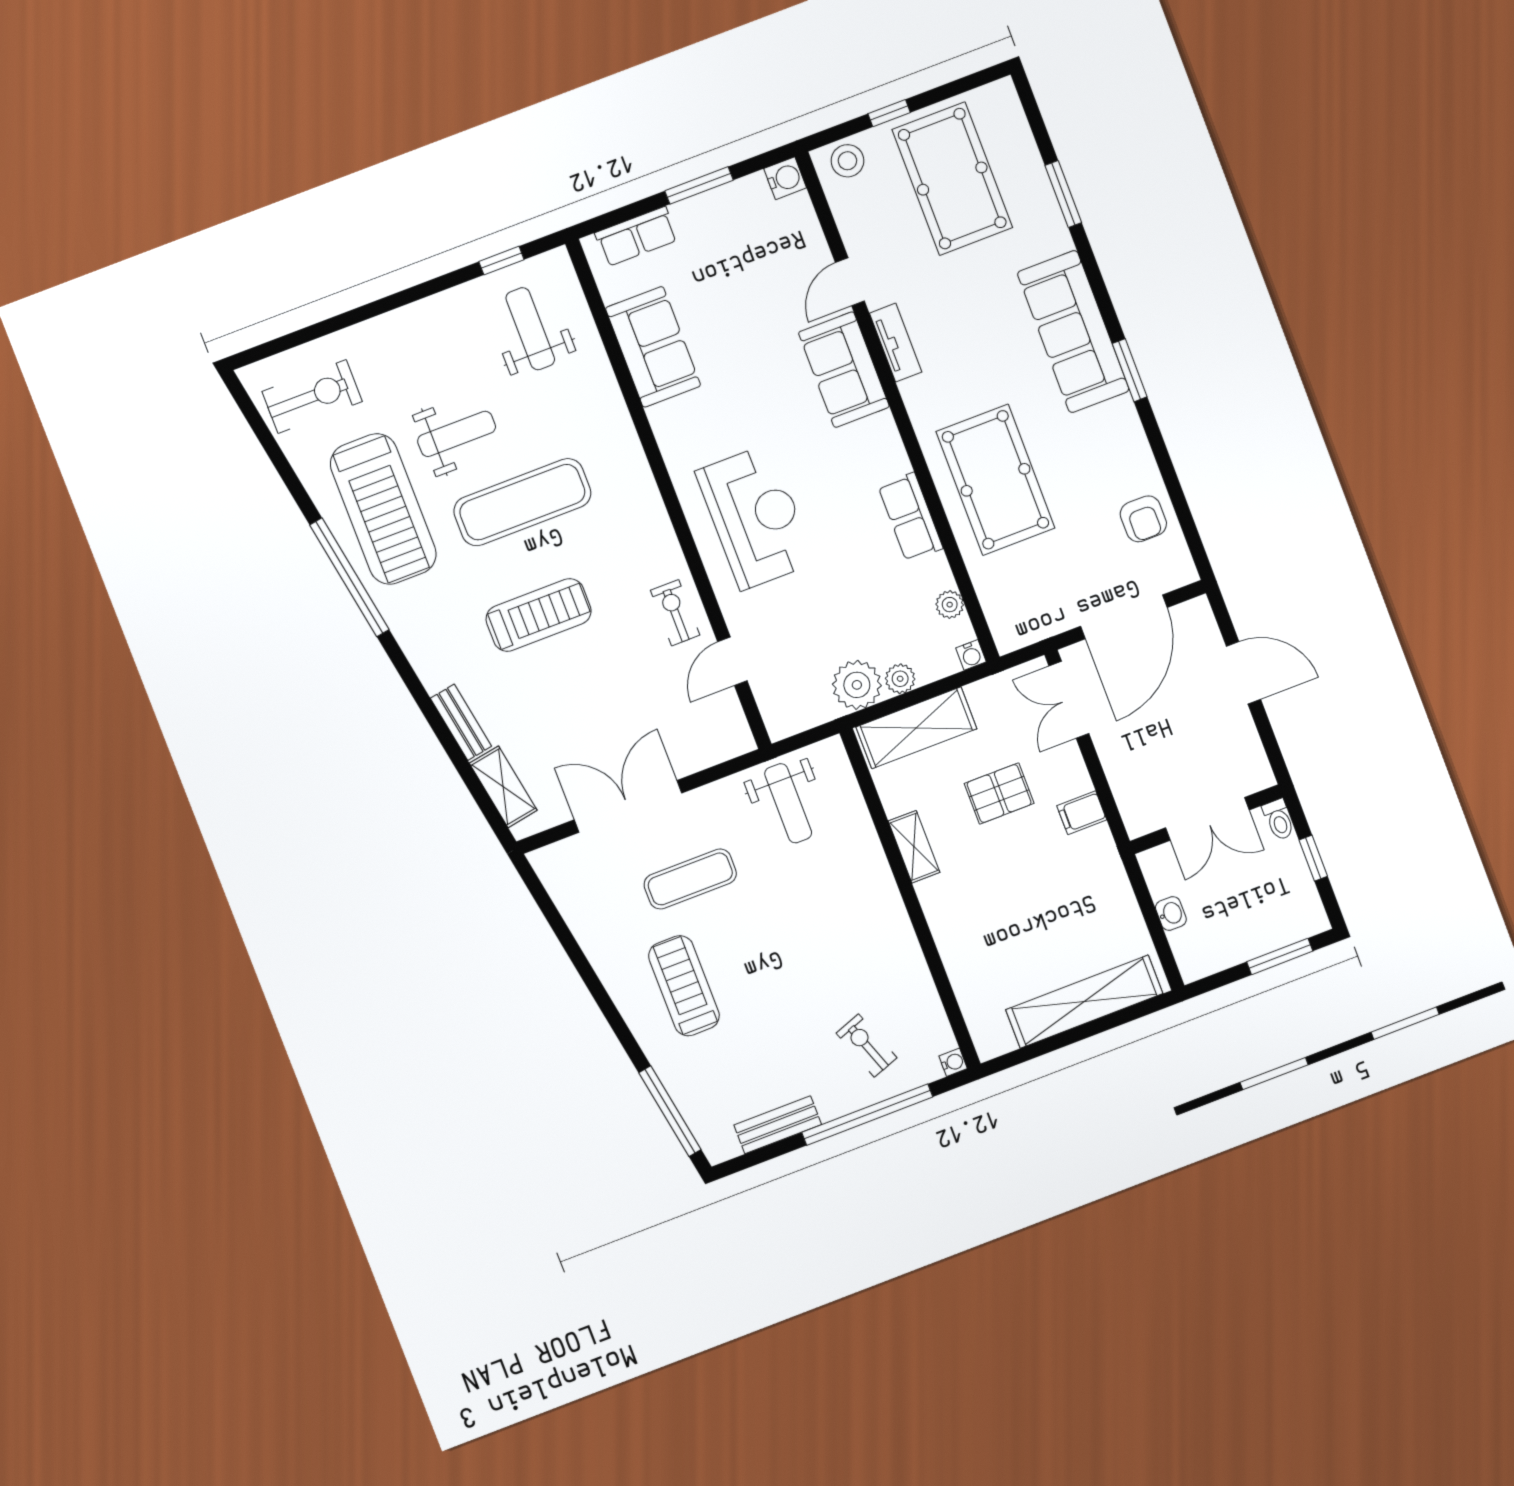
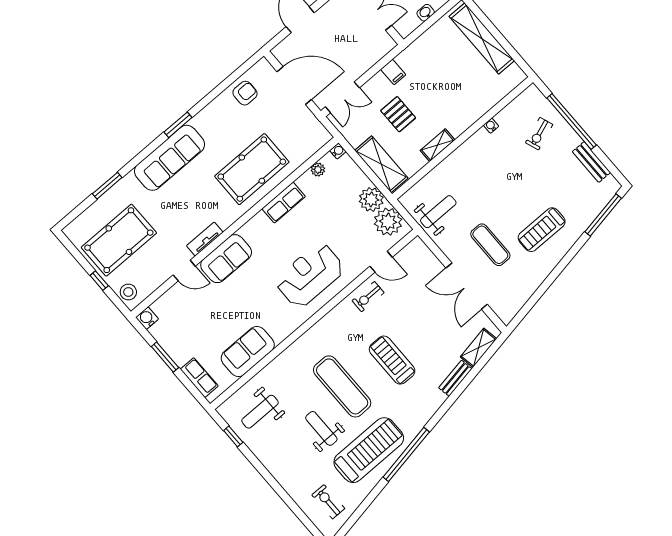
exercise bike: (312, 396) -> (328, 502), width x0.73, depth x0.72
plant: (900, 679) -> (388, 222), moved, width x1.87, depth x1.87
water cooler: (953, 1062) -> (491, 126), moved

